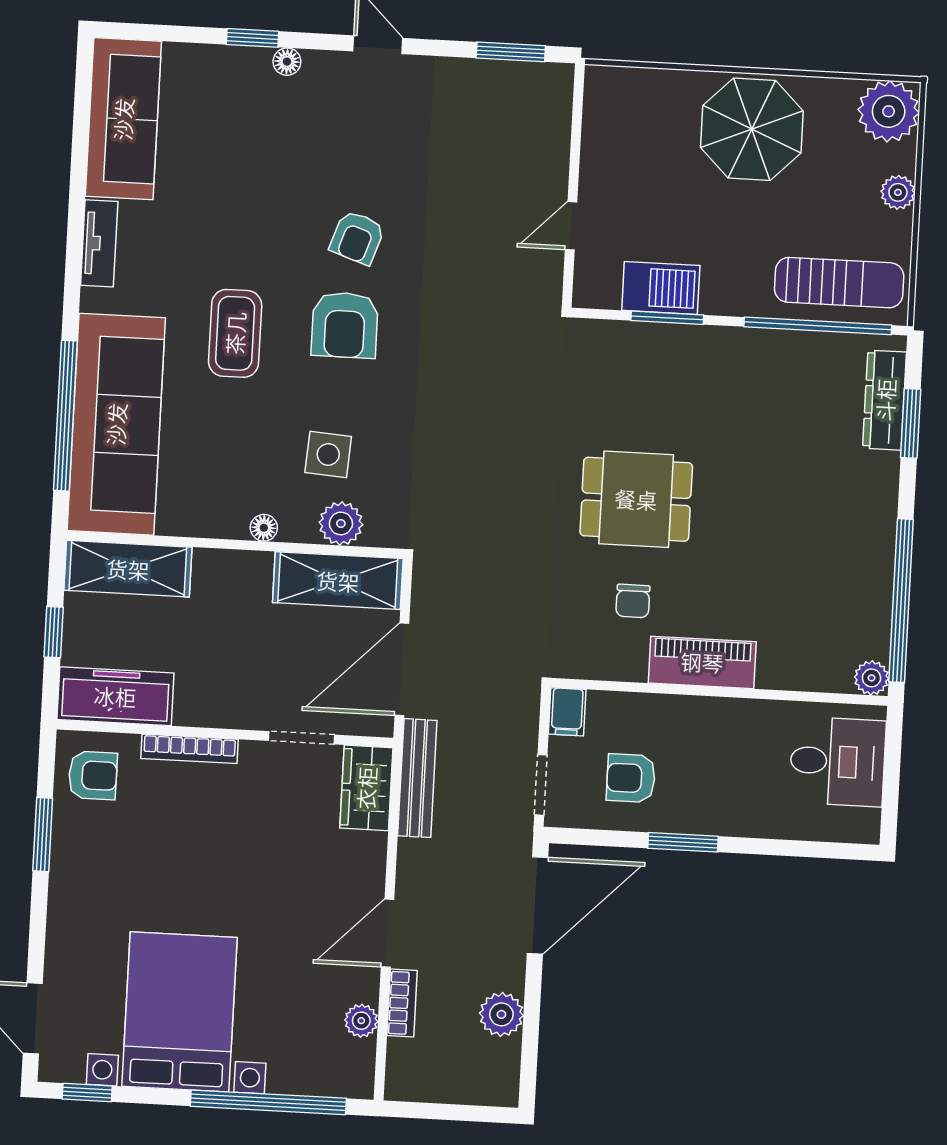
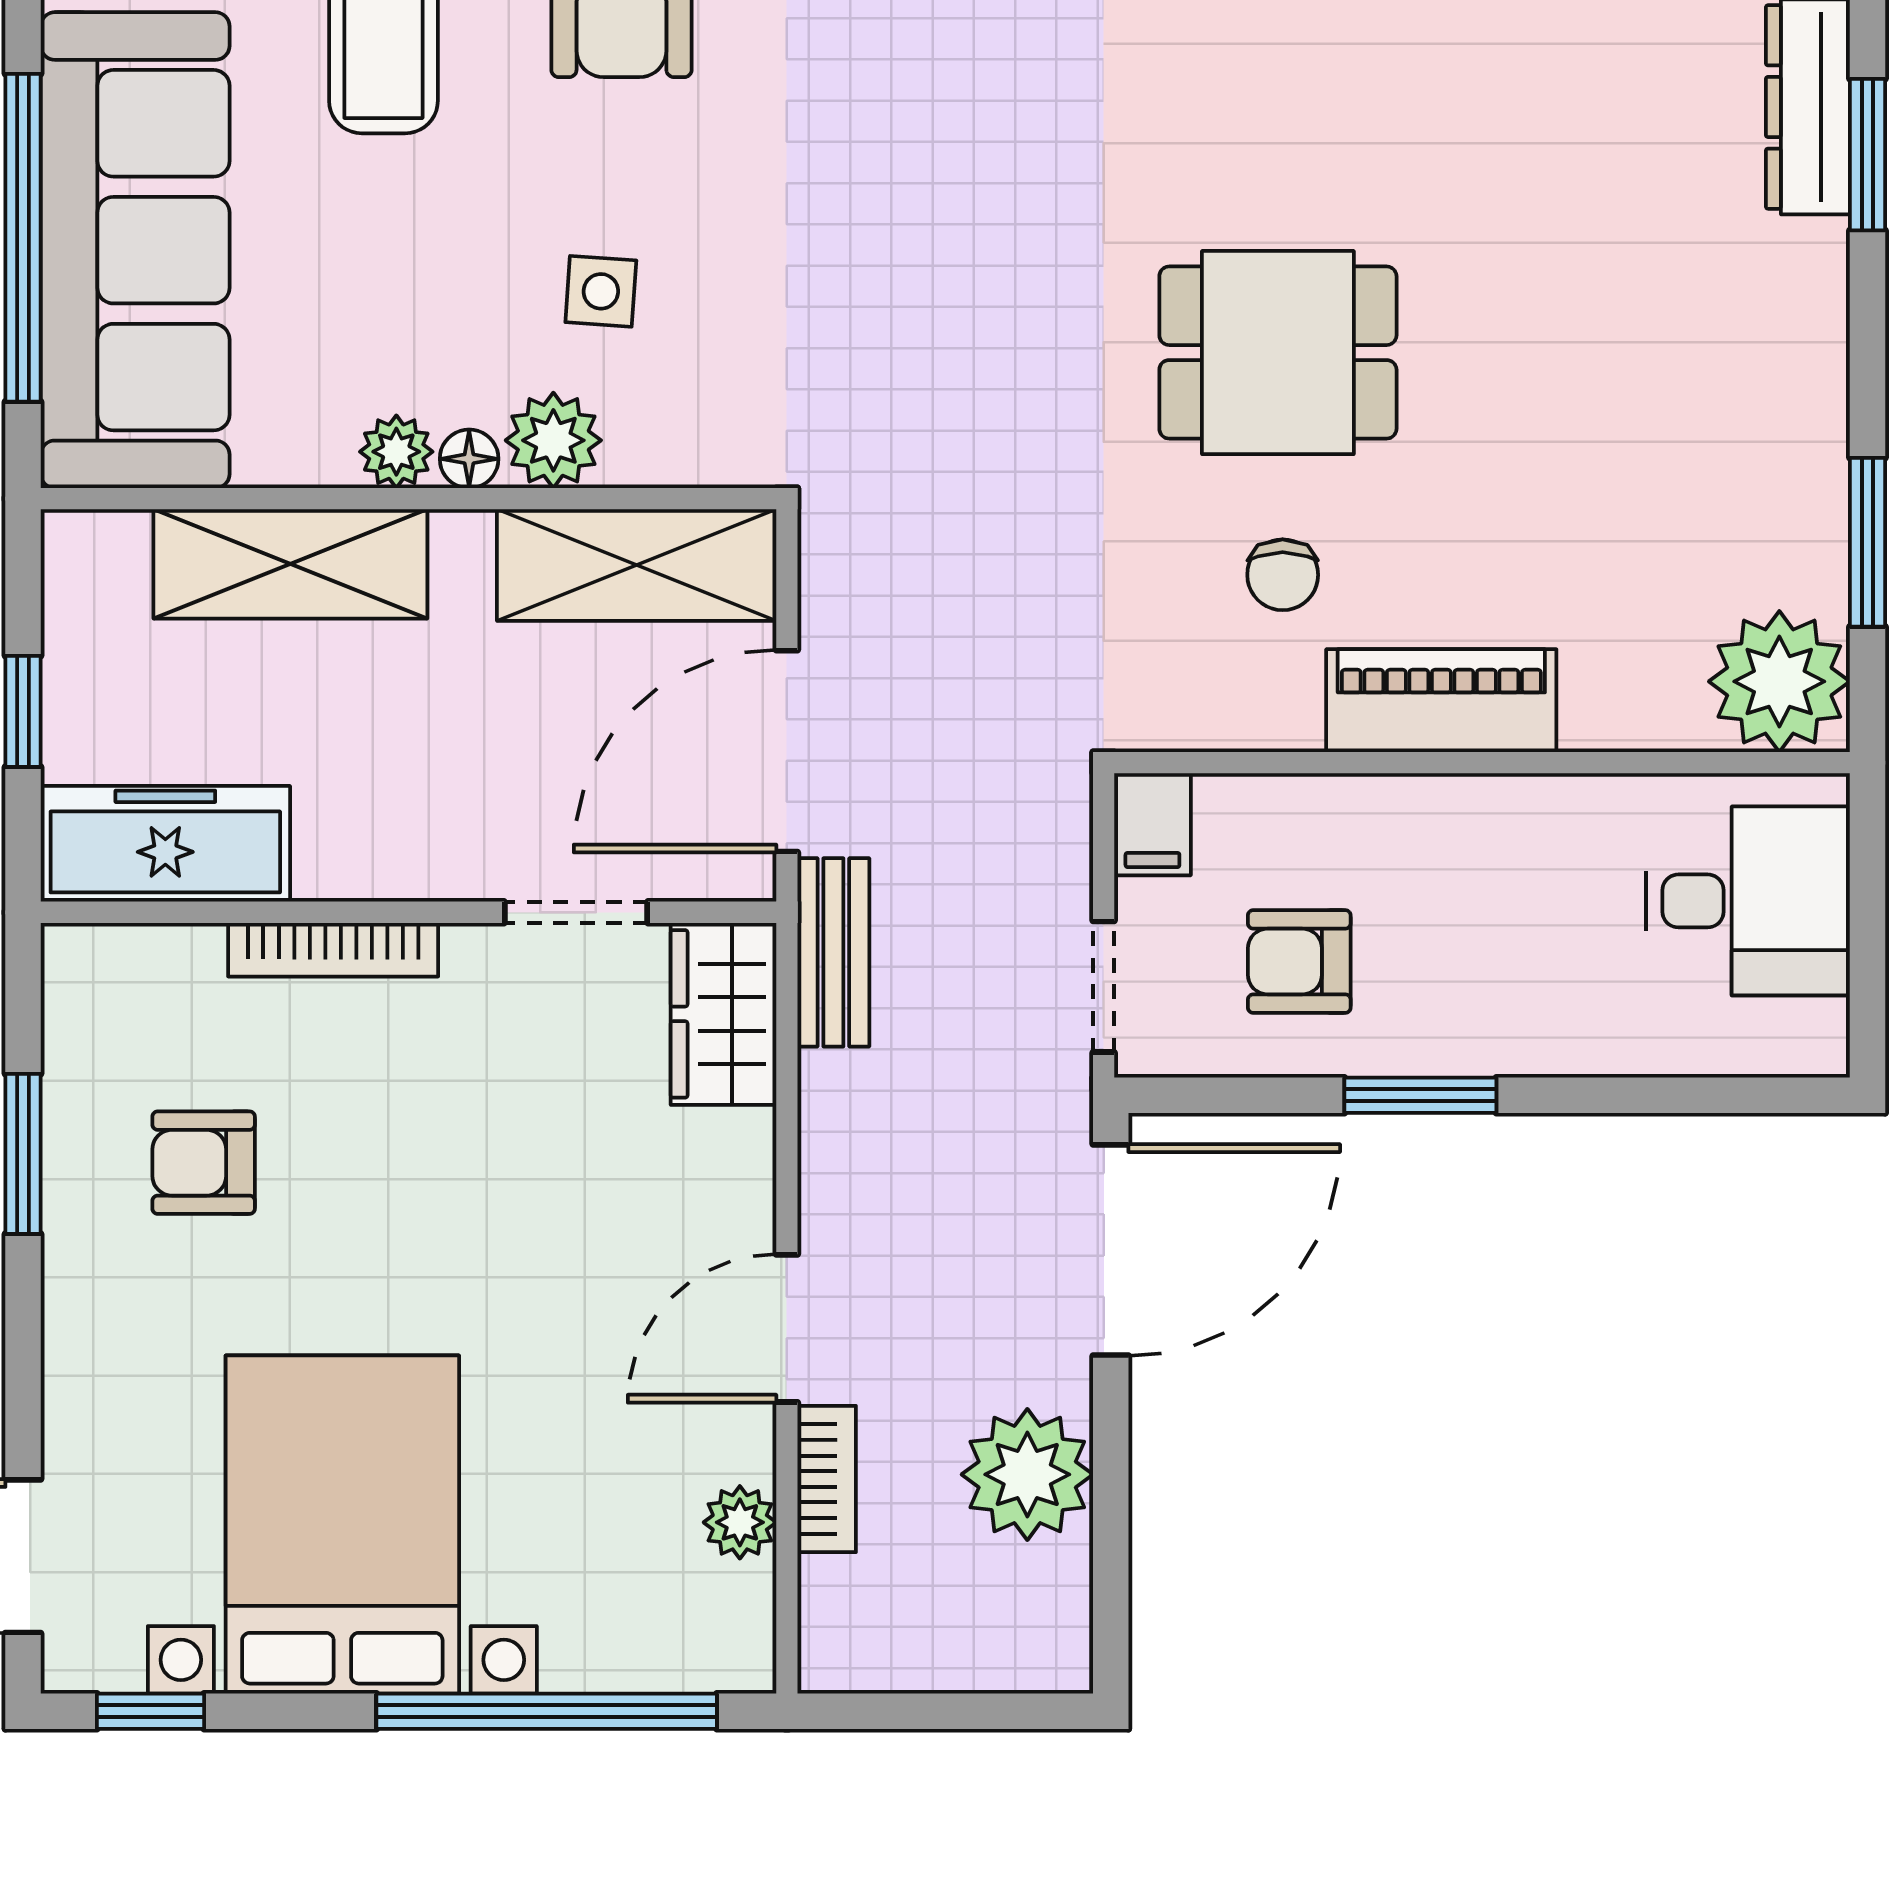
side table: (328, 455) -> (601, 291), width x0.73, depth x0.73
plant: (231, 523) -> (396, 452), added
plant: (341, 523) -> (553, 440), moved
shelving: (128, 569) -> (290, 564), moved
window: (901, 601) -> (1868, 542), width x0.47
plant: (872, 678) -> (1779, 681), width x1.88, depth x1.88
armchair: (93, 775) -> (204, 1163), moved, turned 180
bench: (417, 778) -> (833, 952), width x0.73
plant: (501, 1014) -> (1027, 1474), width x1.36, depth x1.36

